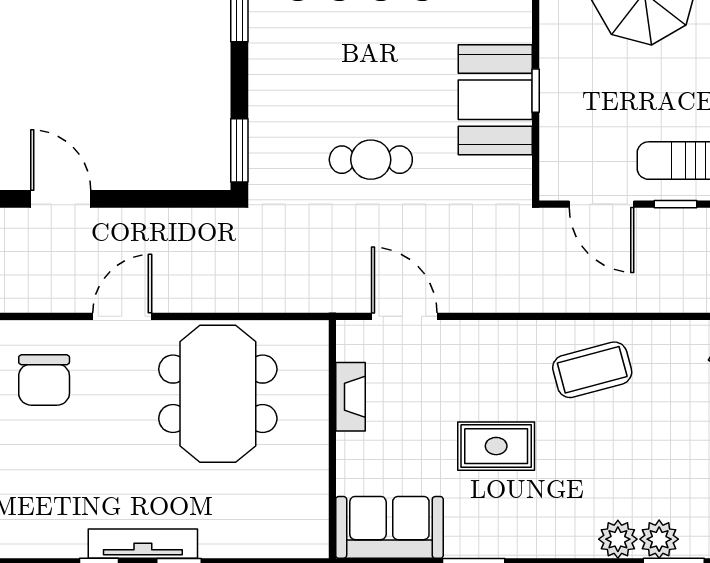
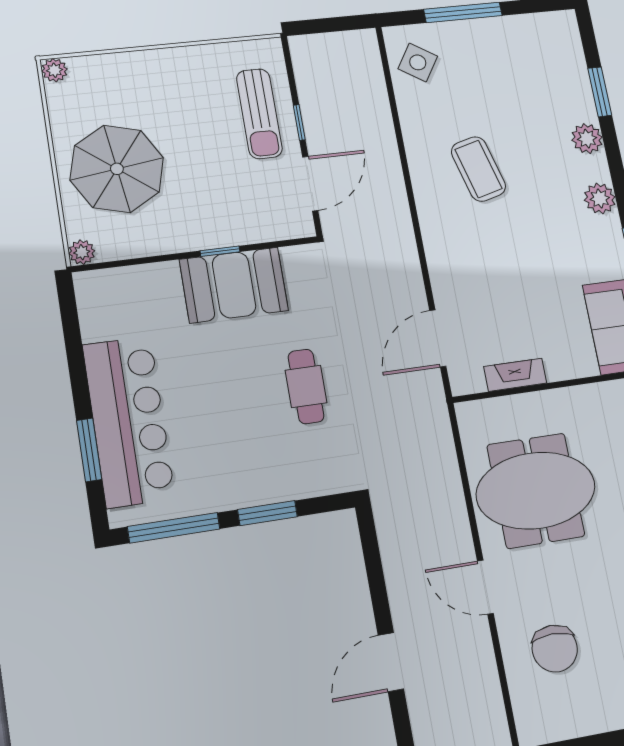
window: (239, 150) -> (267, 513), moved
coffee table: (592, 370) -> (478, 169), moved
chair: (44, 380) -> (555, 649), turned 90
rug: (496, 446) -> (532, 247), removed
plant: (659, 539) -> (600, 198), moved

